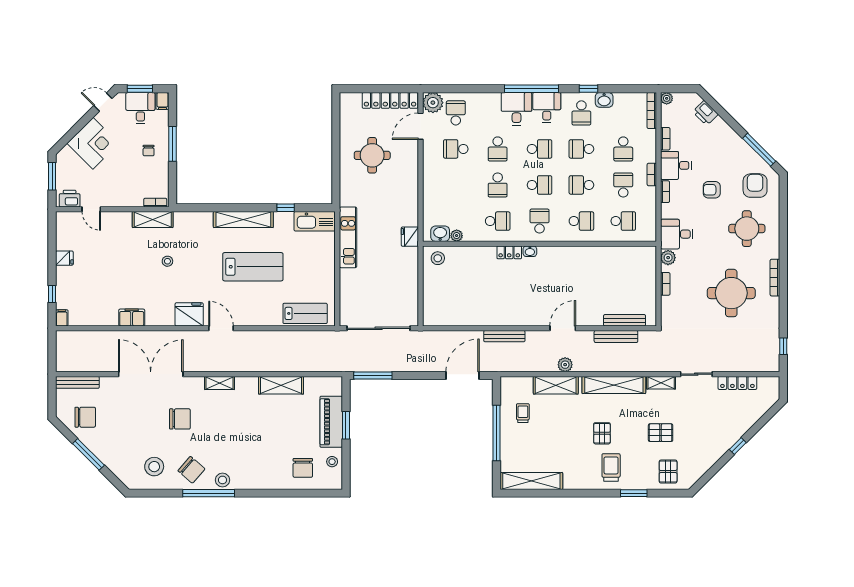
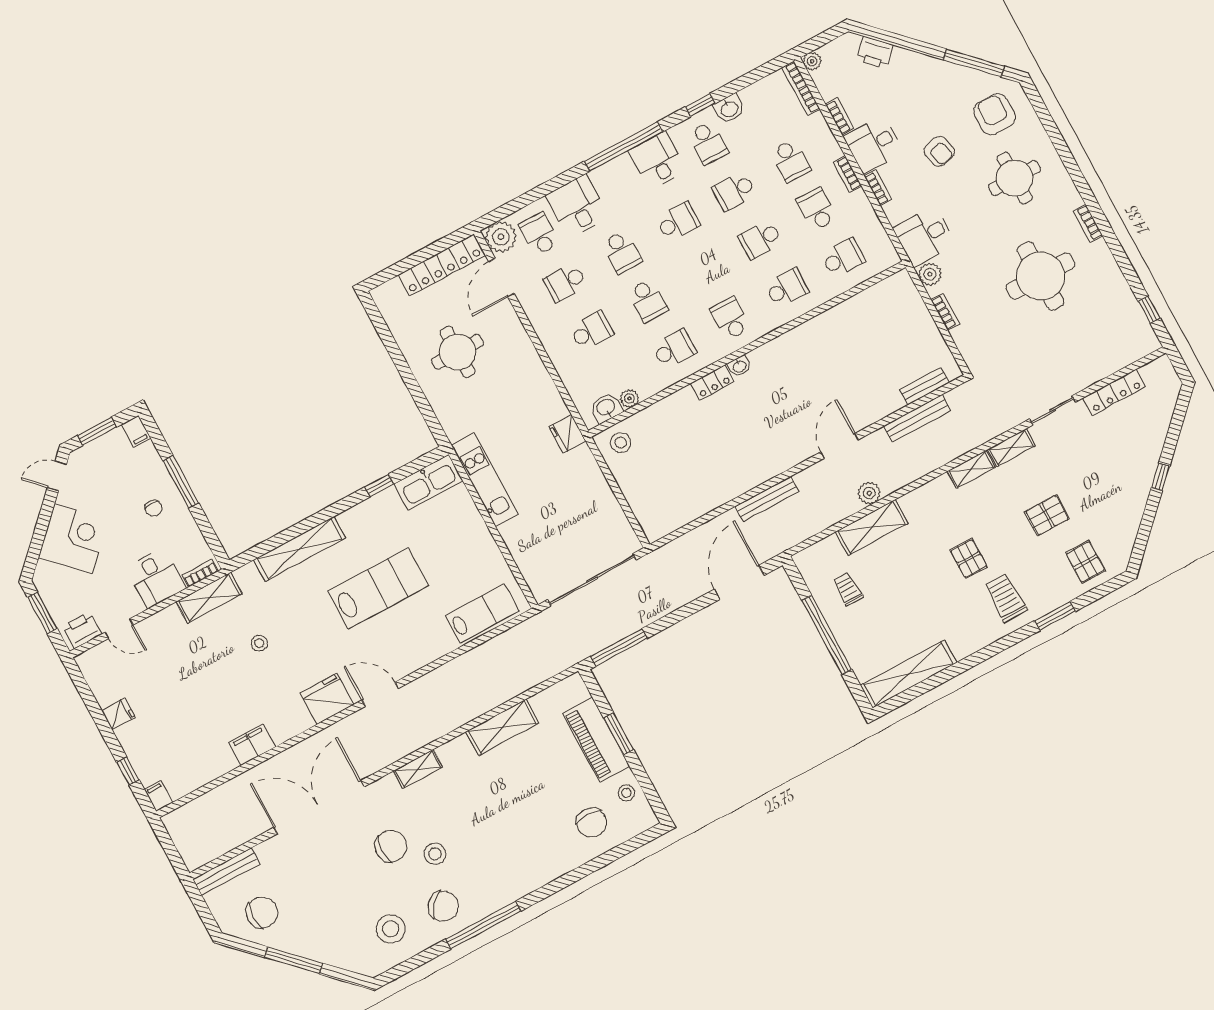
desk: (140, 108) -> (156, 578), moved, turned 180
desk: (516, 109) -> (577, 206), moved
school desk: (540, 185) -> (592, 331), moved
armchair: (712, 190) -> (939, 151), turned -105
shelving: (243, 220) -> (300, 549), moved
bookcase: (775, 278) -> (1088, 223), width x0.64
bench: (625, 320) -> (924, 386), width x0.73
shelving: (614, 385) -> (971, 469), width x0.45, depth x0.75
stool: (222, 480) -> (435, 854), moved

